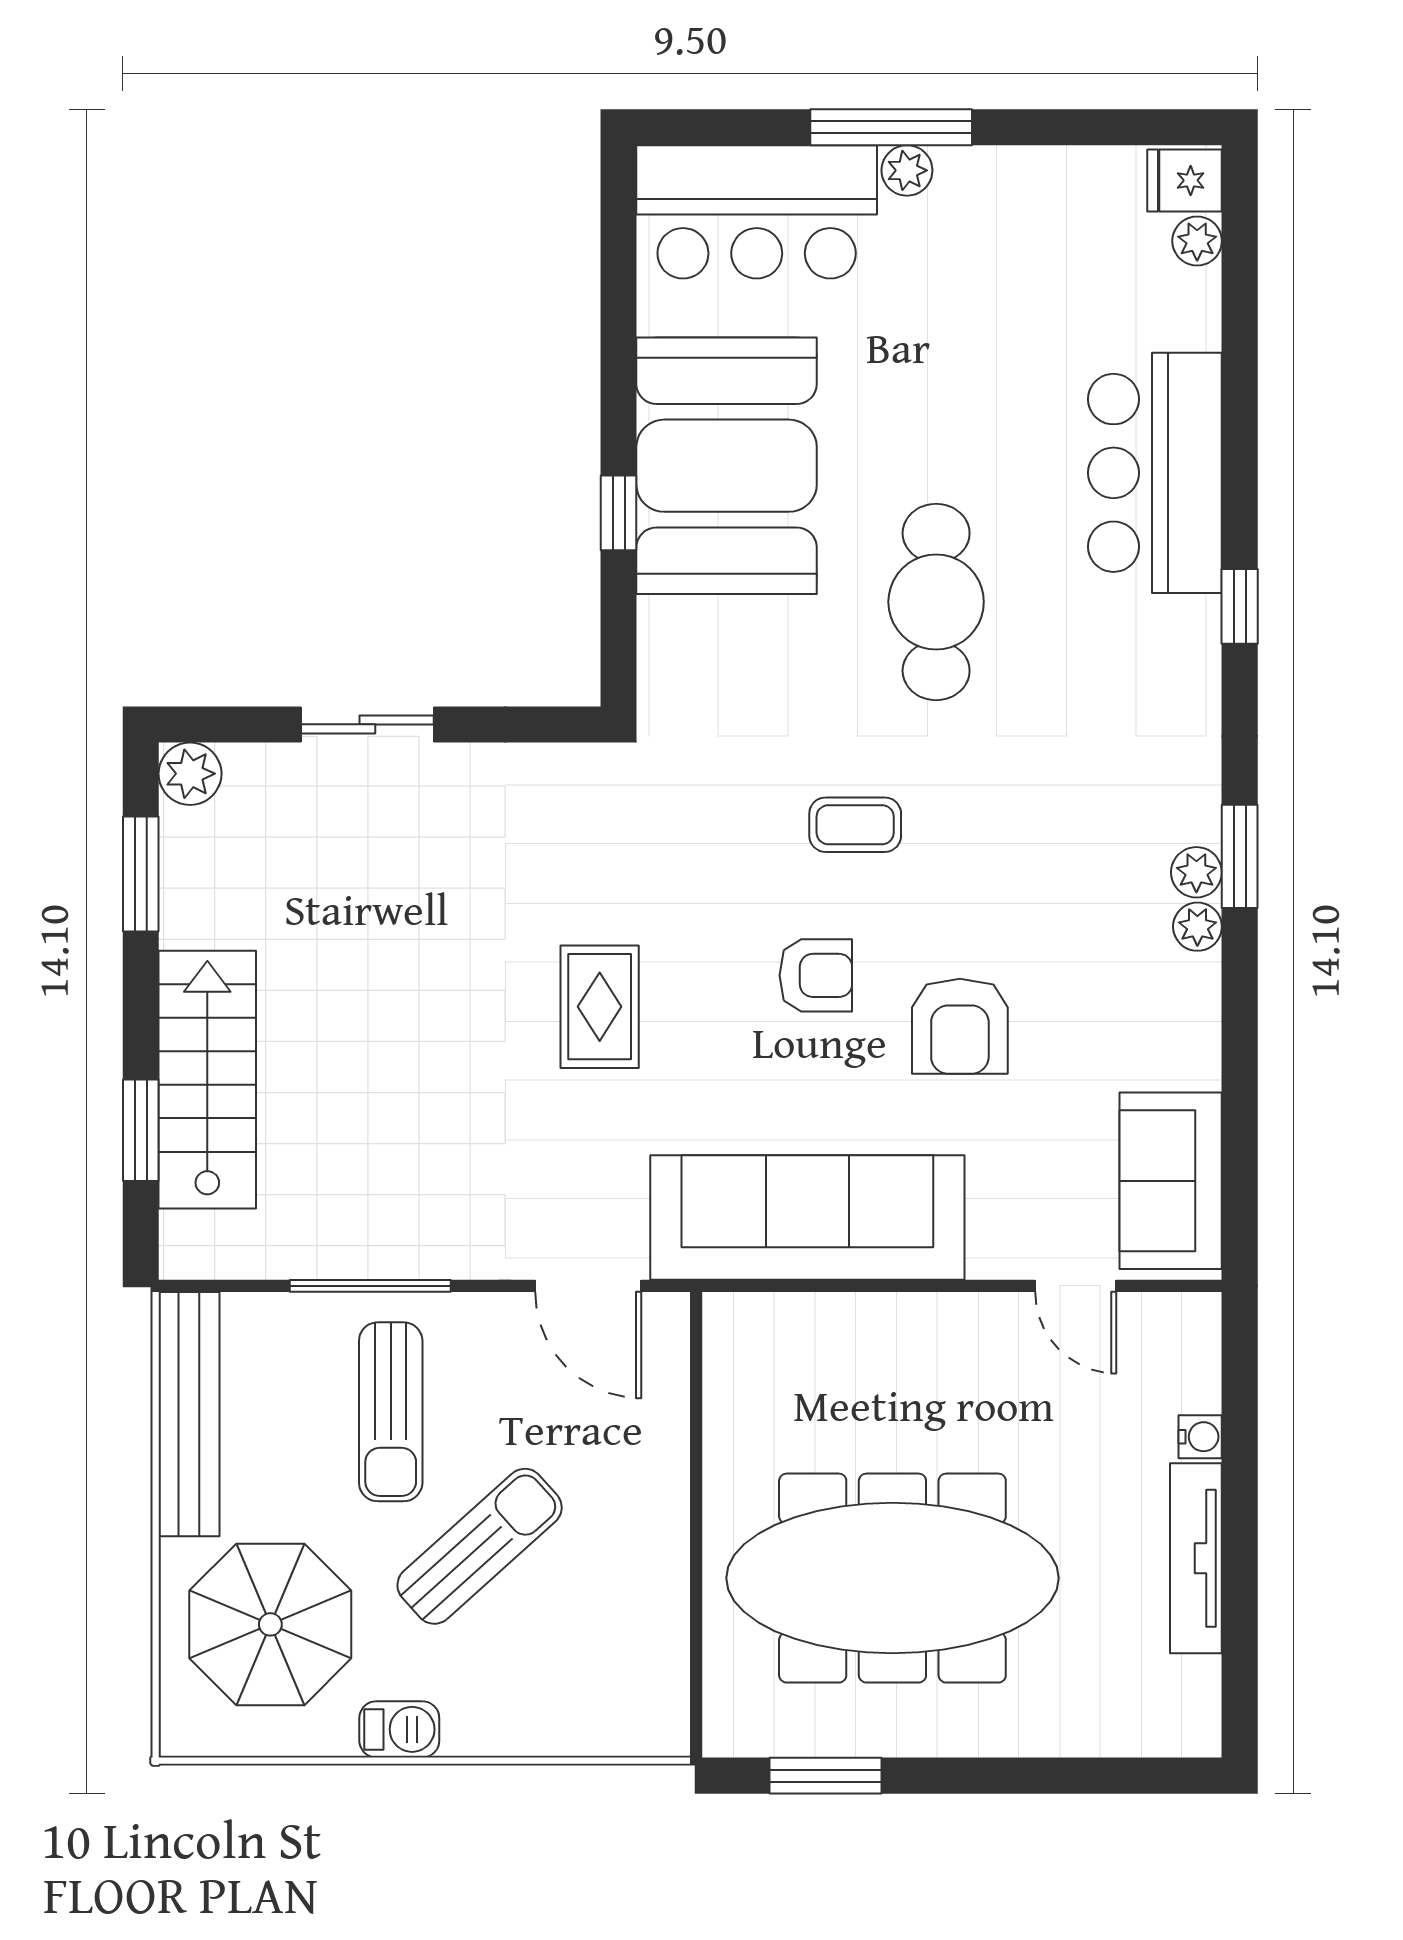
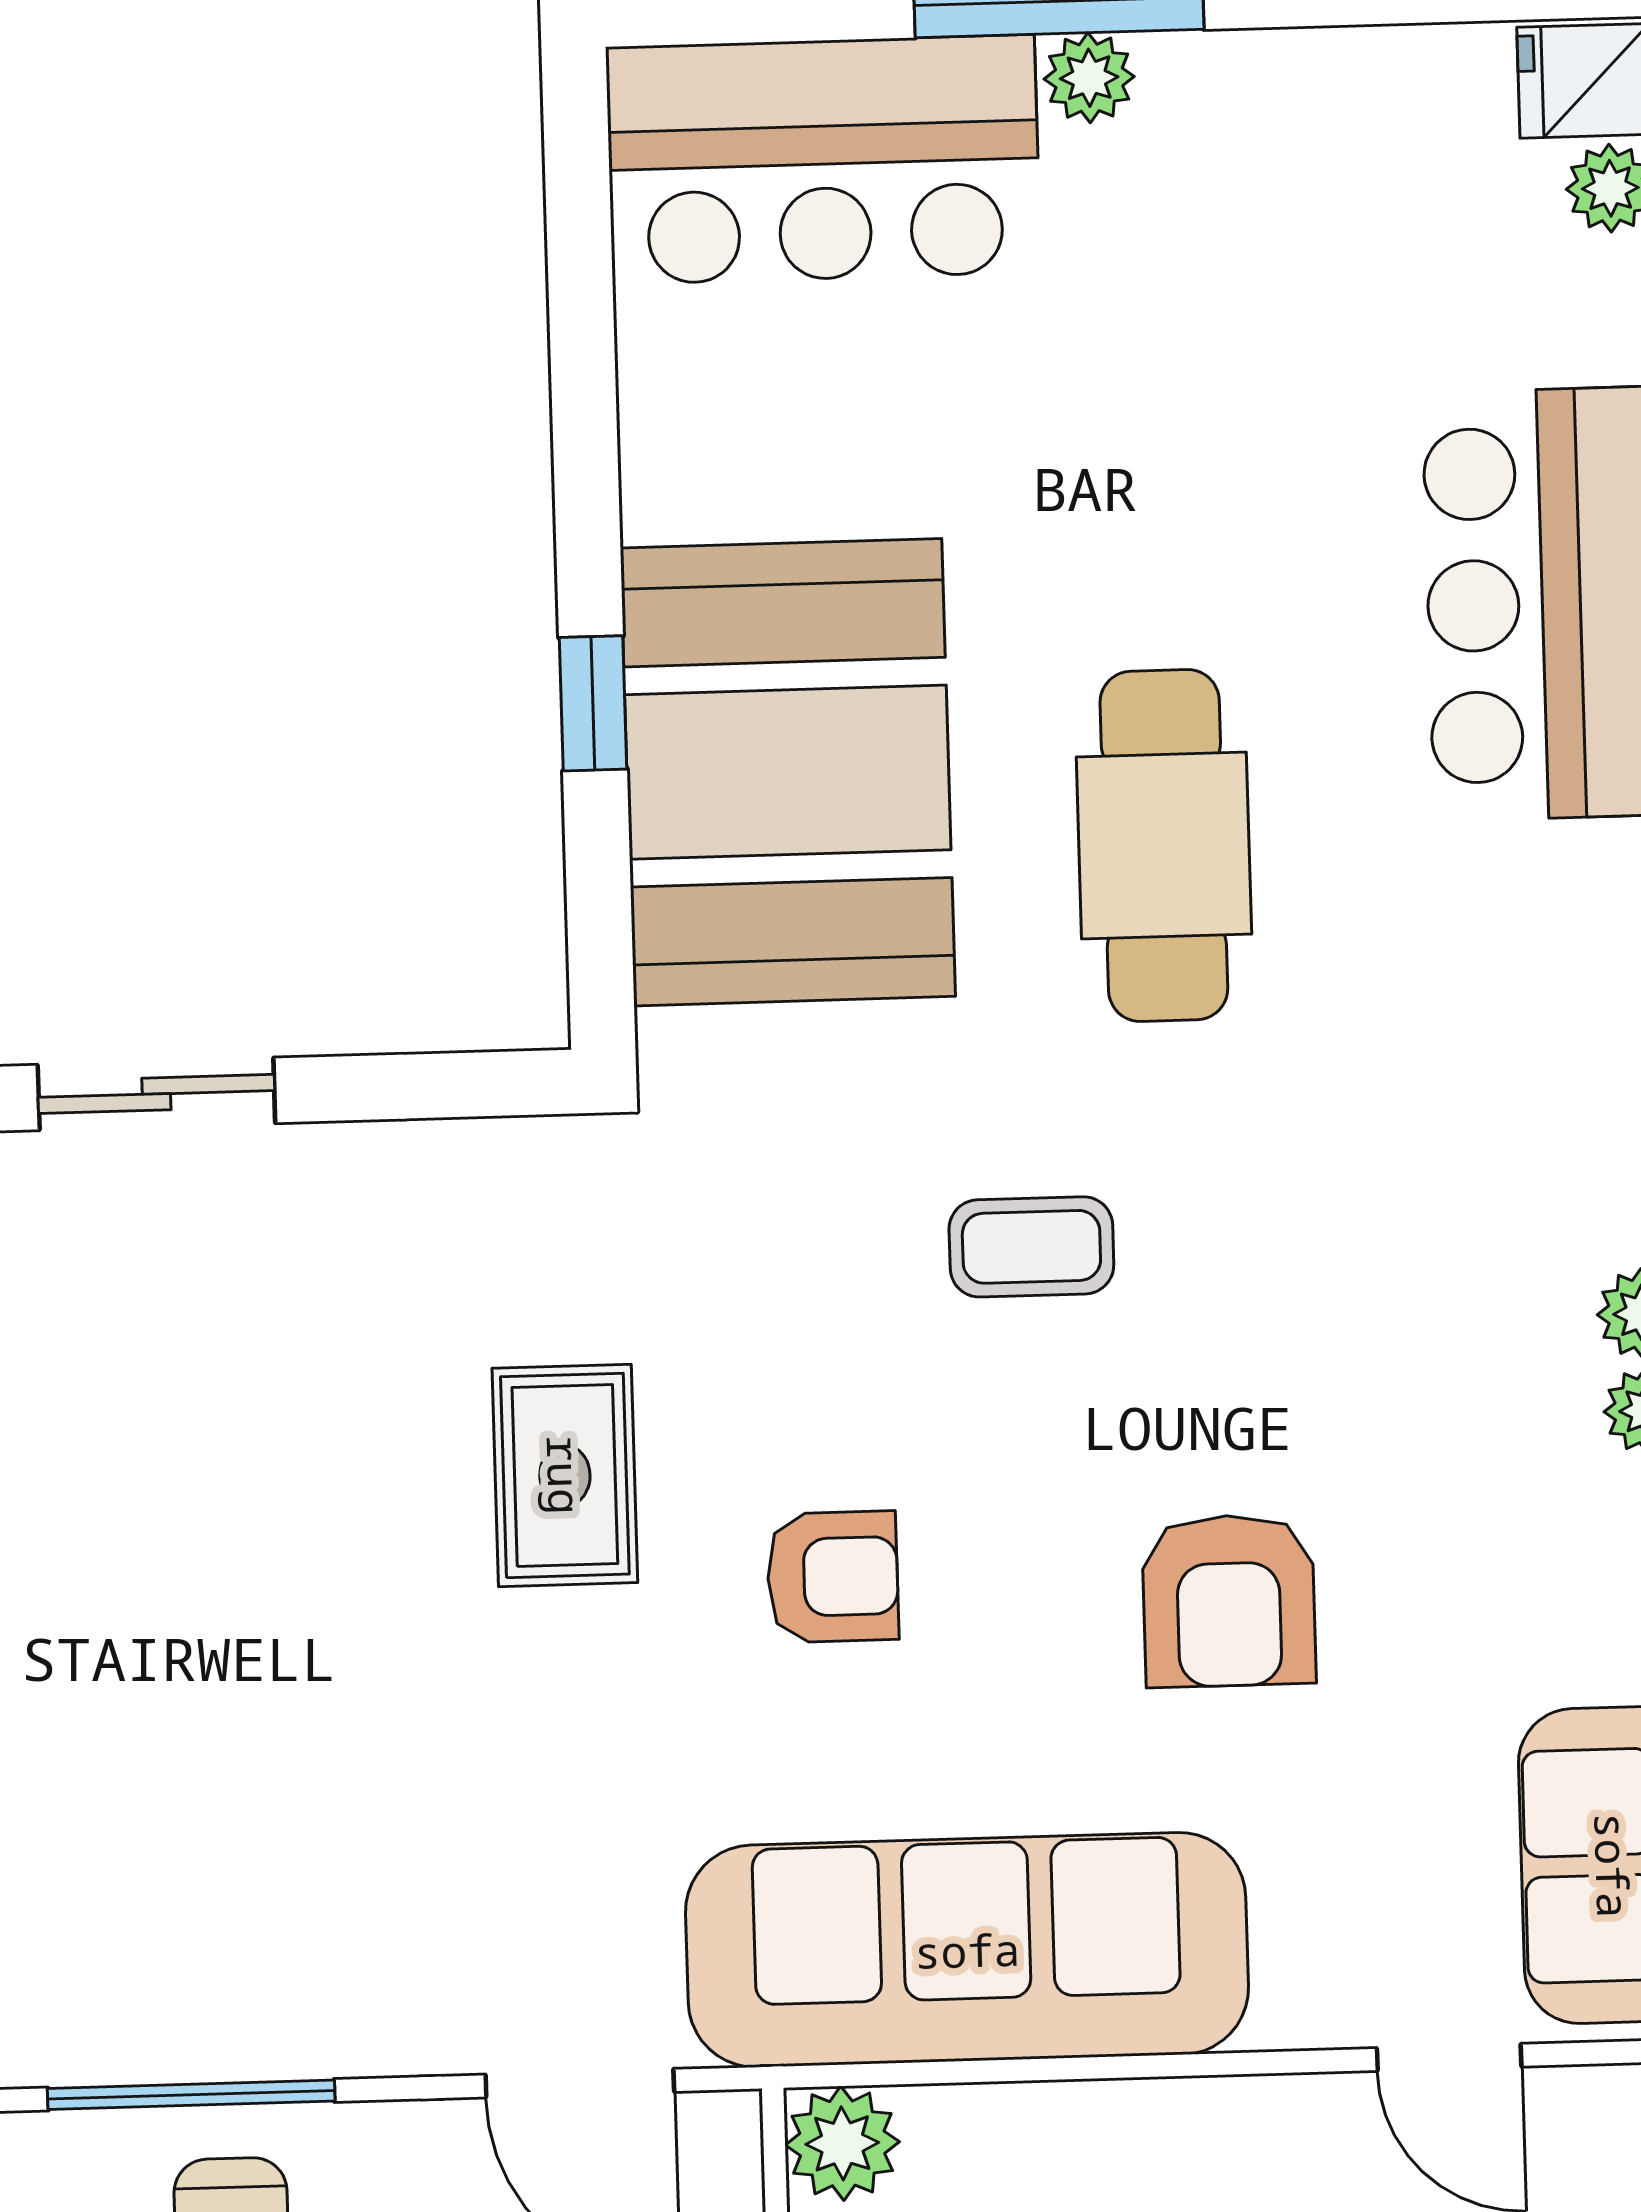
booth: (727, 466) -> (788, 772), moved
armchair: (816, 975) -> (833, 1577), moved
rug: (600, 1007) -> (565, 1475), moved
plant: (734, 1324) -> (842, 2143), added

